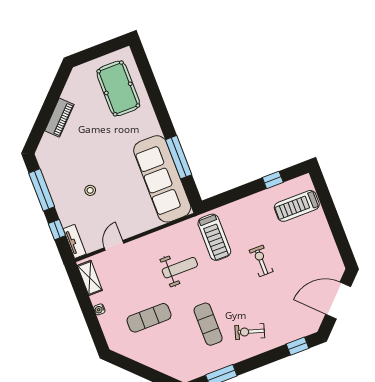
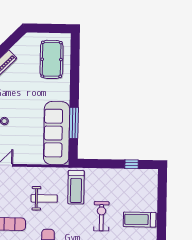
treadmill: (297, 206) -> (140, 220), moved
exercise bike: (261, 261) -> (101, 216), width x1.38, depth x1.39

